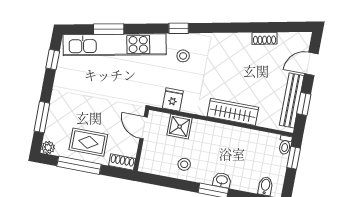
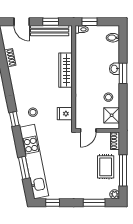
shower: (180, 127) -> (112, 115), moved

